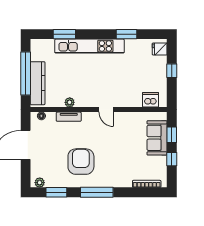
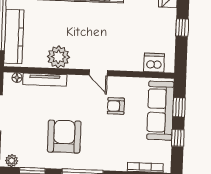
plant: (70, 102) -> (58, 57), width x1.88, depth x1.88
tv unit: (69, 117) -> (45, 80), width x1.41
armchair: (121, 136) -> (116, 106), added
sofa: (157, 138) -> (160, 111), width x1.36

